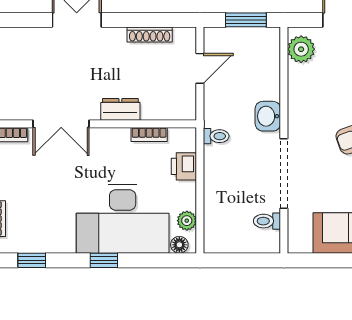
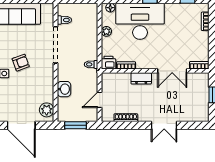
washbasin: (268, 116) -> (64, 89), moved
double door: (61, 124) -> (172, 71), swing flipped
printer: (184, 166) -> (109, 63), moved, turned -90
plant: (187, 221) -> (106, 31), moved

